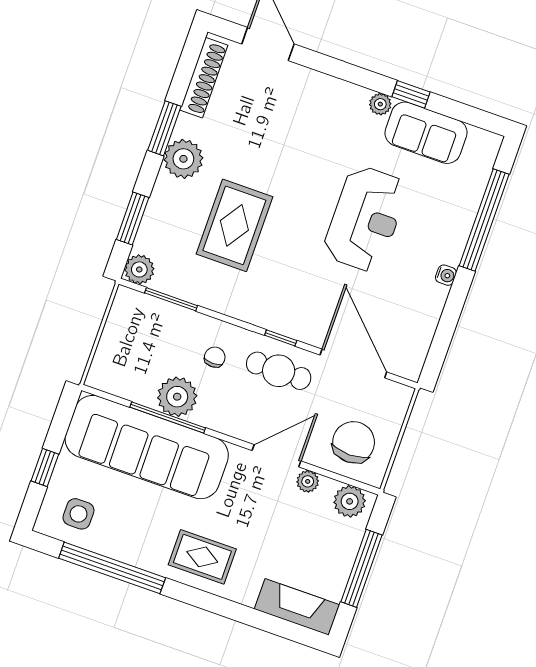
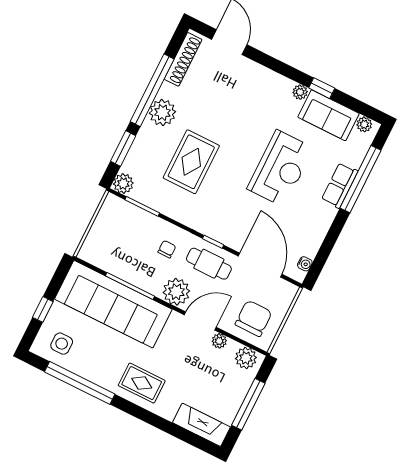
window: (164, 128) -> (152, 90), width x2.11
plant: (480, 140) -> (364, 124), added
row of seats: (455, 233) -> (340, 185), added
water cooler: (446, 275) -> (305, 264), moved
plant: (177, 397) -> (176, 292), moved

